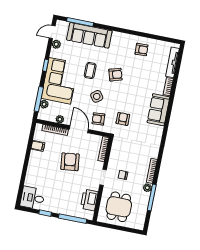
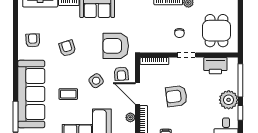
sofa: (89, 35) -> (31, 94), width x1.36, depth x1.27
armchair: (115, 75) -> (67, 48), moved
armchair: (123, 119) -> (116, 46), width x1.88, depth x1.88
door: (79, 129) -> (137, 93), hinge flipped
plant: (58, 205) -> (229, 100), added
dining table: (119, 207) -> (217, 31), turned 90

